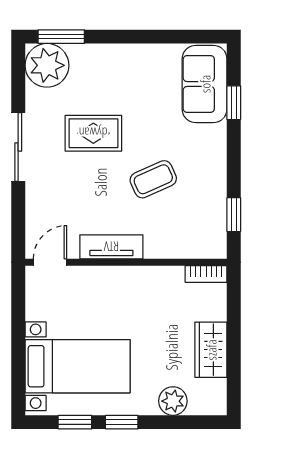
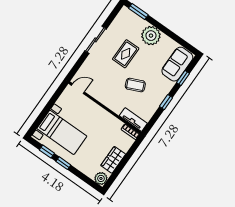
plant: (47, 65) -> (151, 36), moved
rug: (93, 133) -> (126, 54), turned 90
window: (234, 215) -> (166, 102), moved
tv unit: (111, 247) -> (133, 120), moved
plant: (173, 401) -> (101, 178), moved

